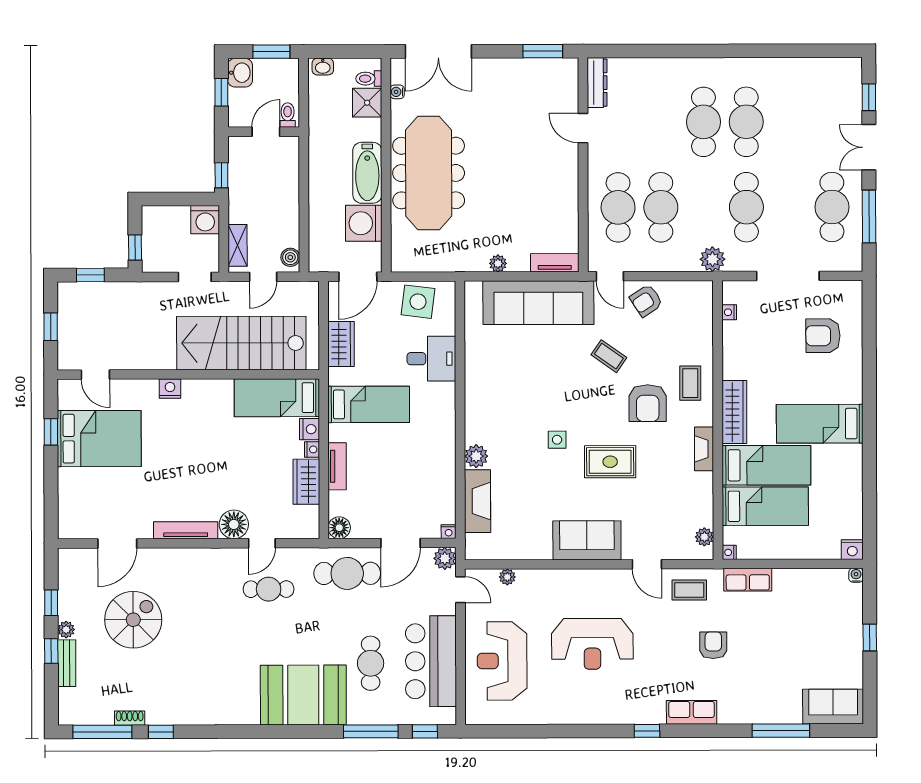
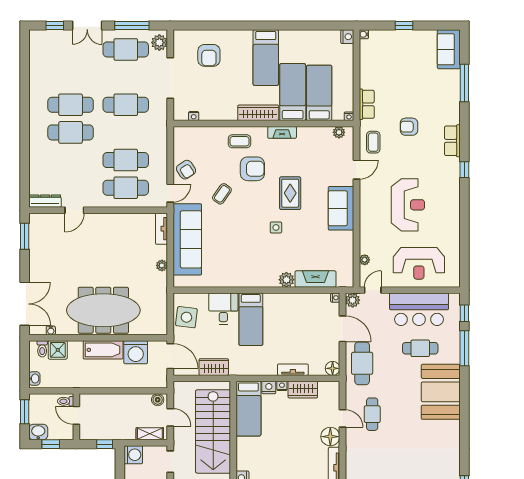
plant: (713, 259) -> (159, 43), moved
bed: (369, 404) -> (251, 319), moved, turned 180

